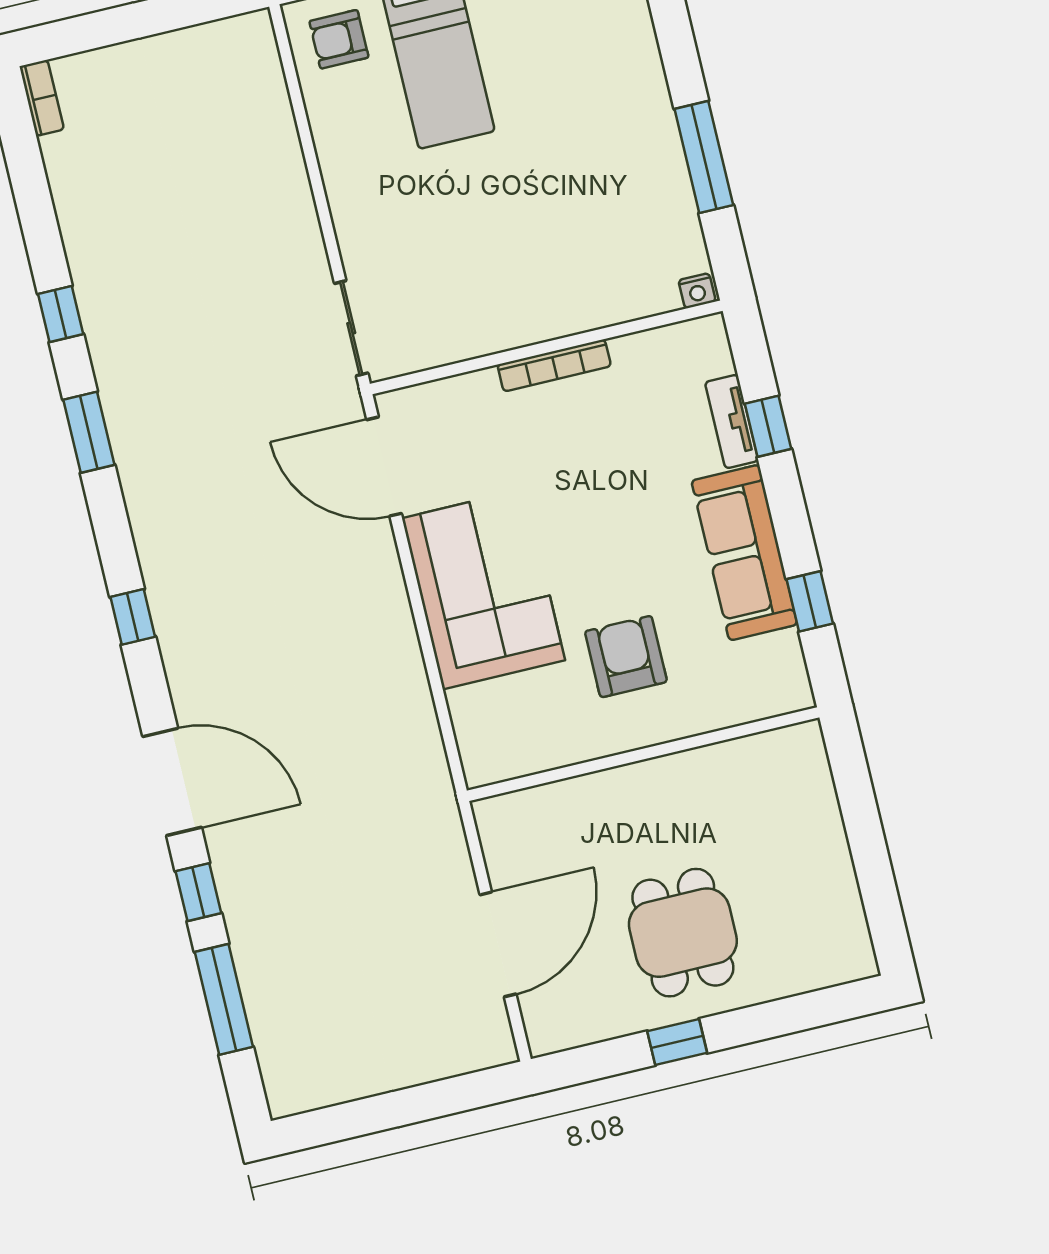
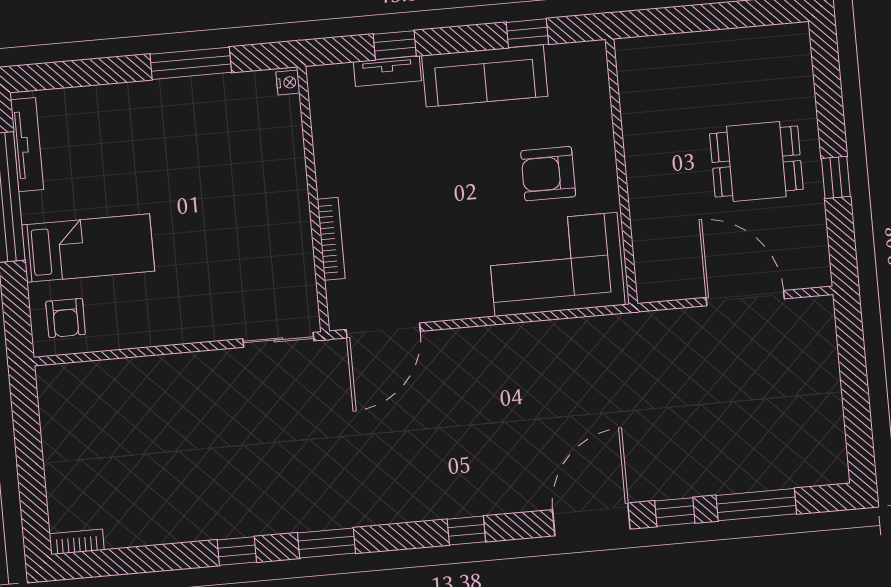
bookcase: (554, 365) -> (331, 239), moved
corner sofa: (483, 589) -> (556, 264), moved

